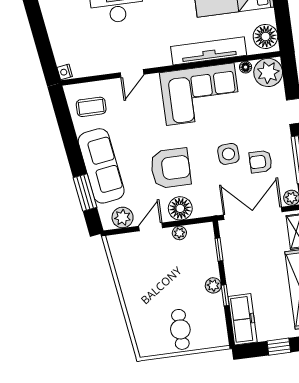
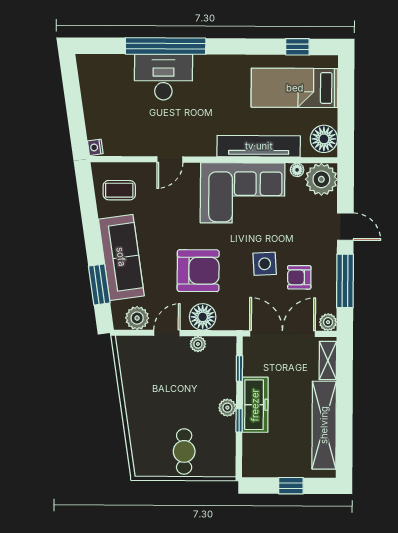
freezer: (243, 319) -> (255, 405), moved

